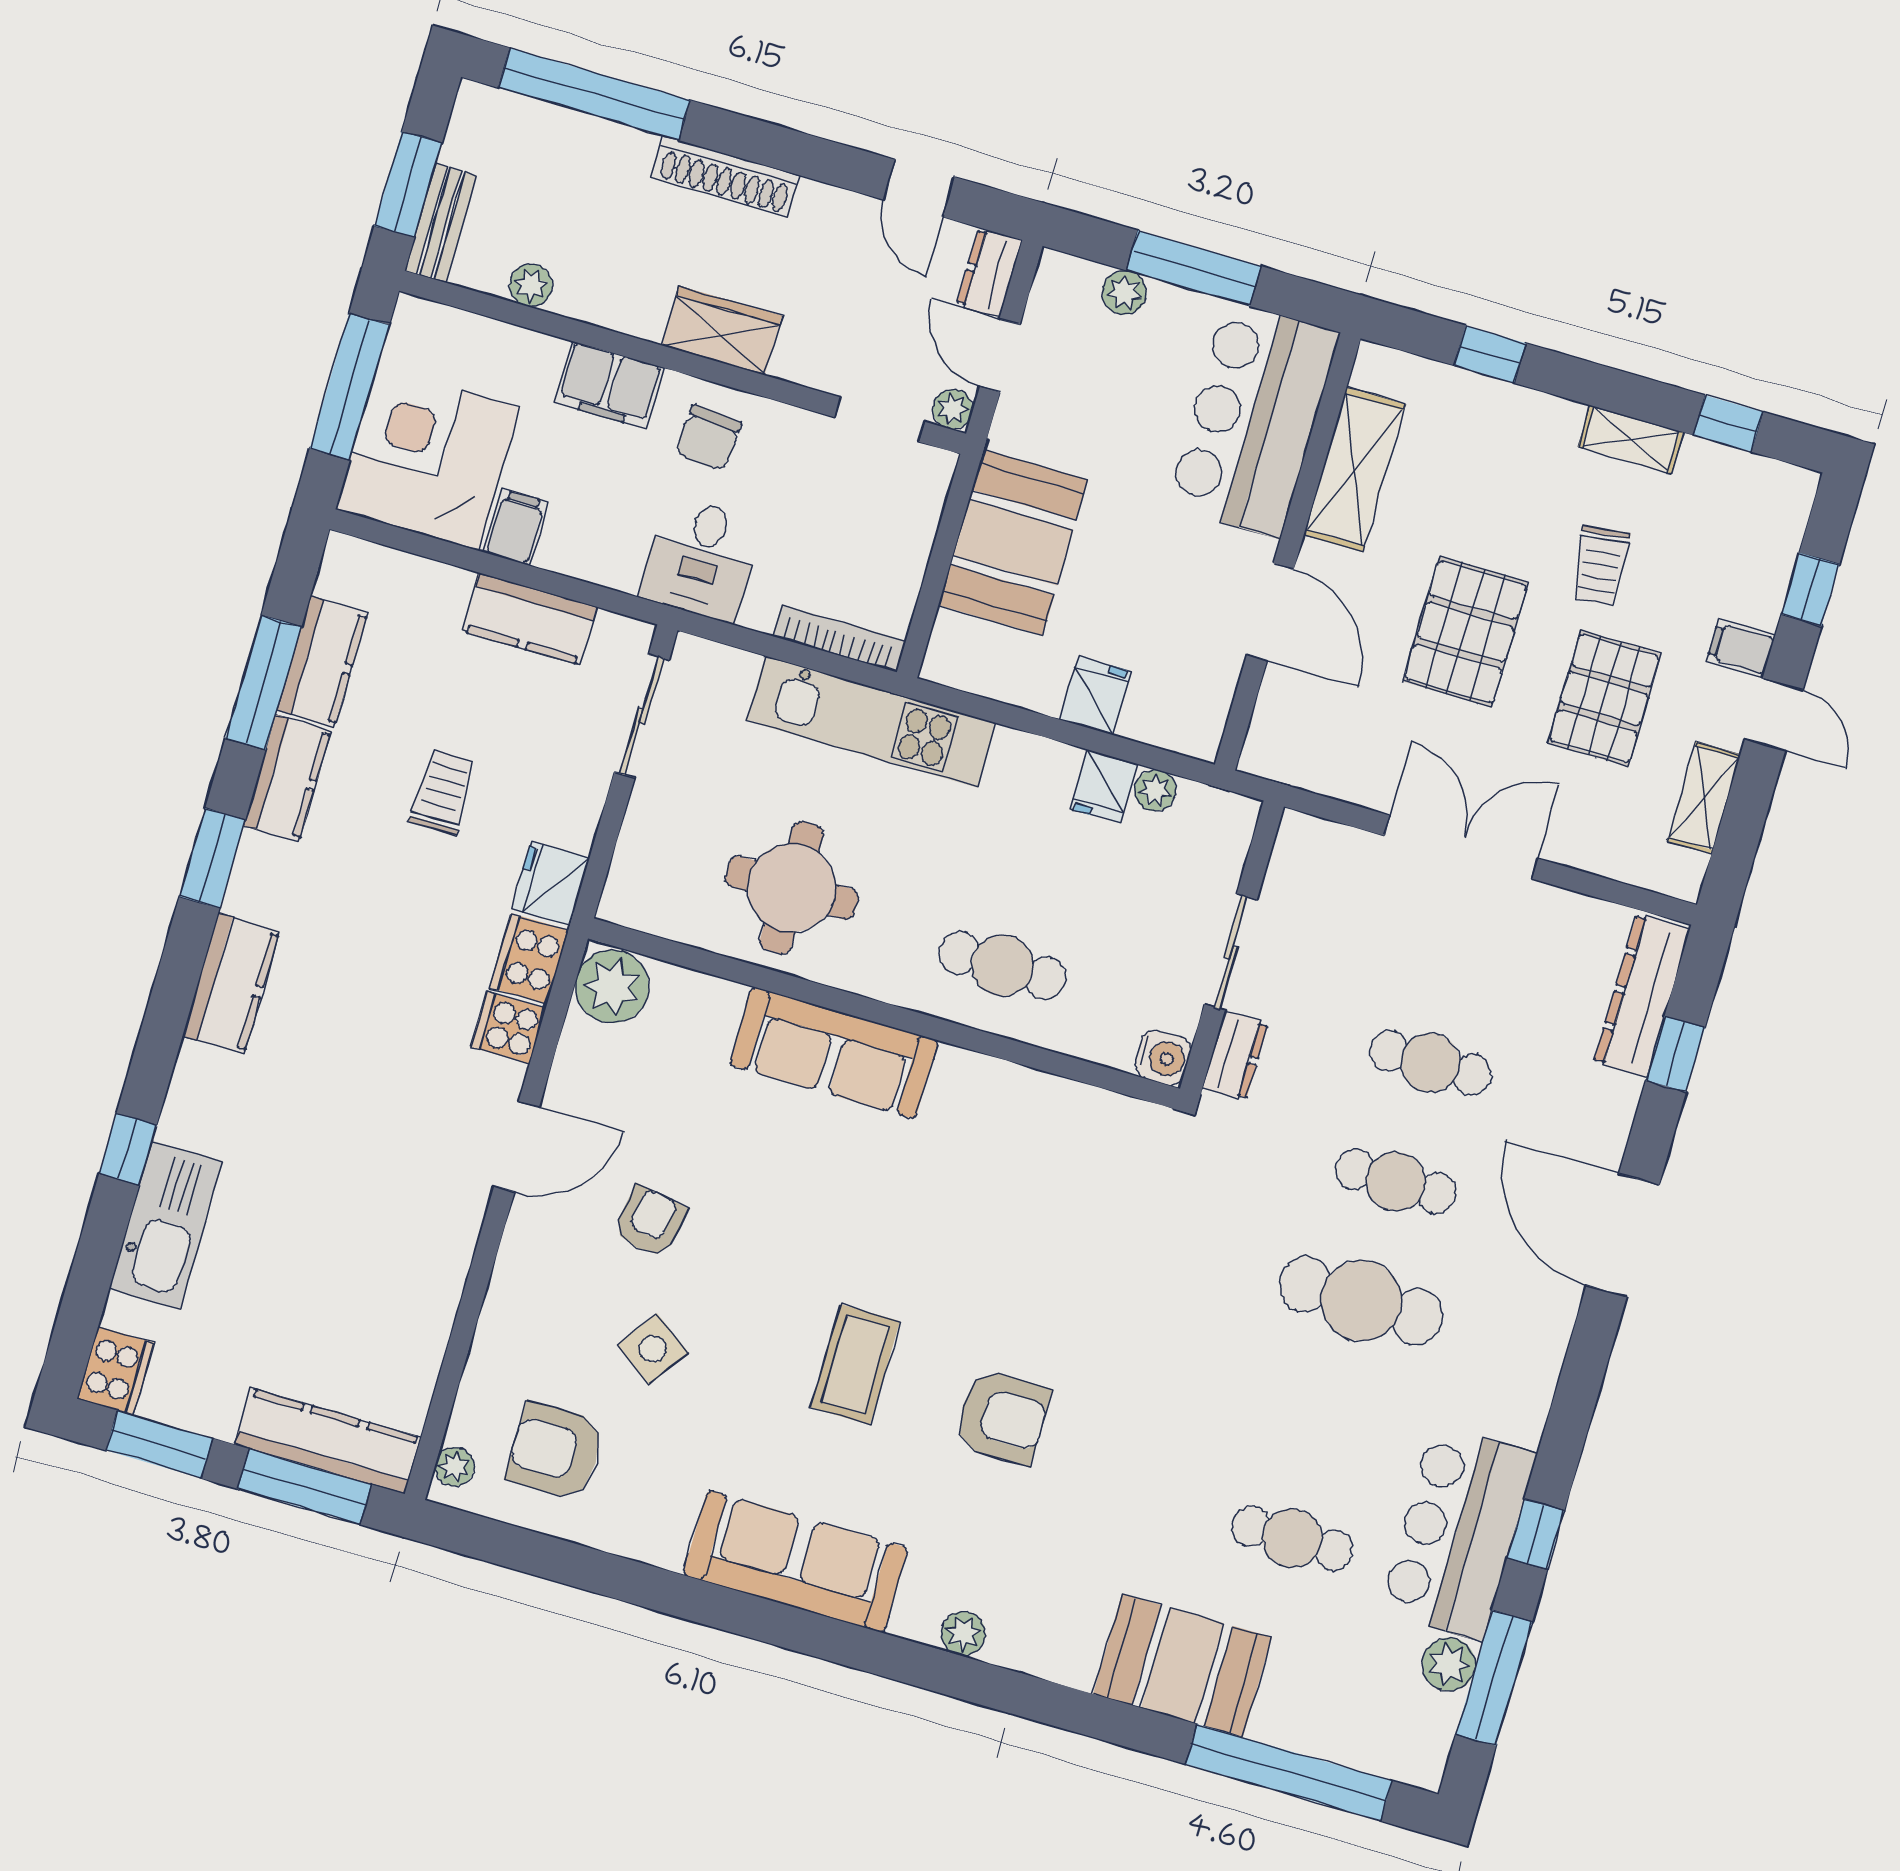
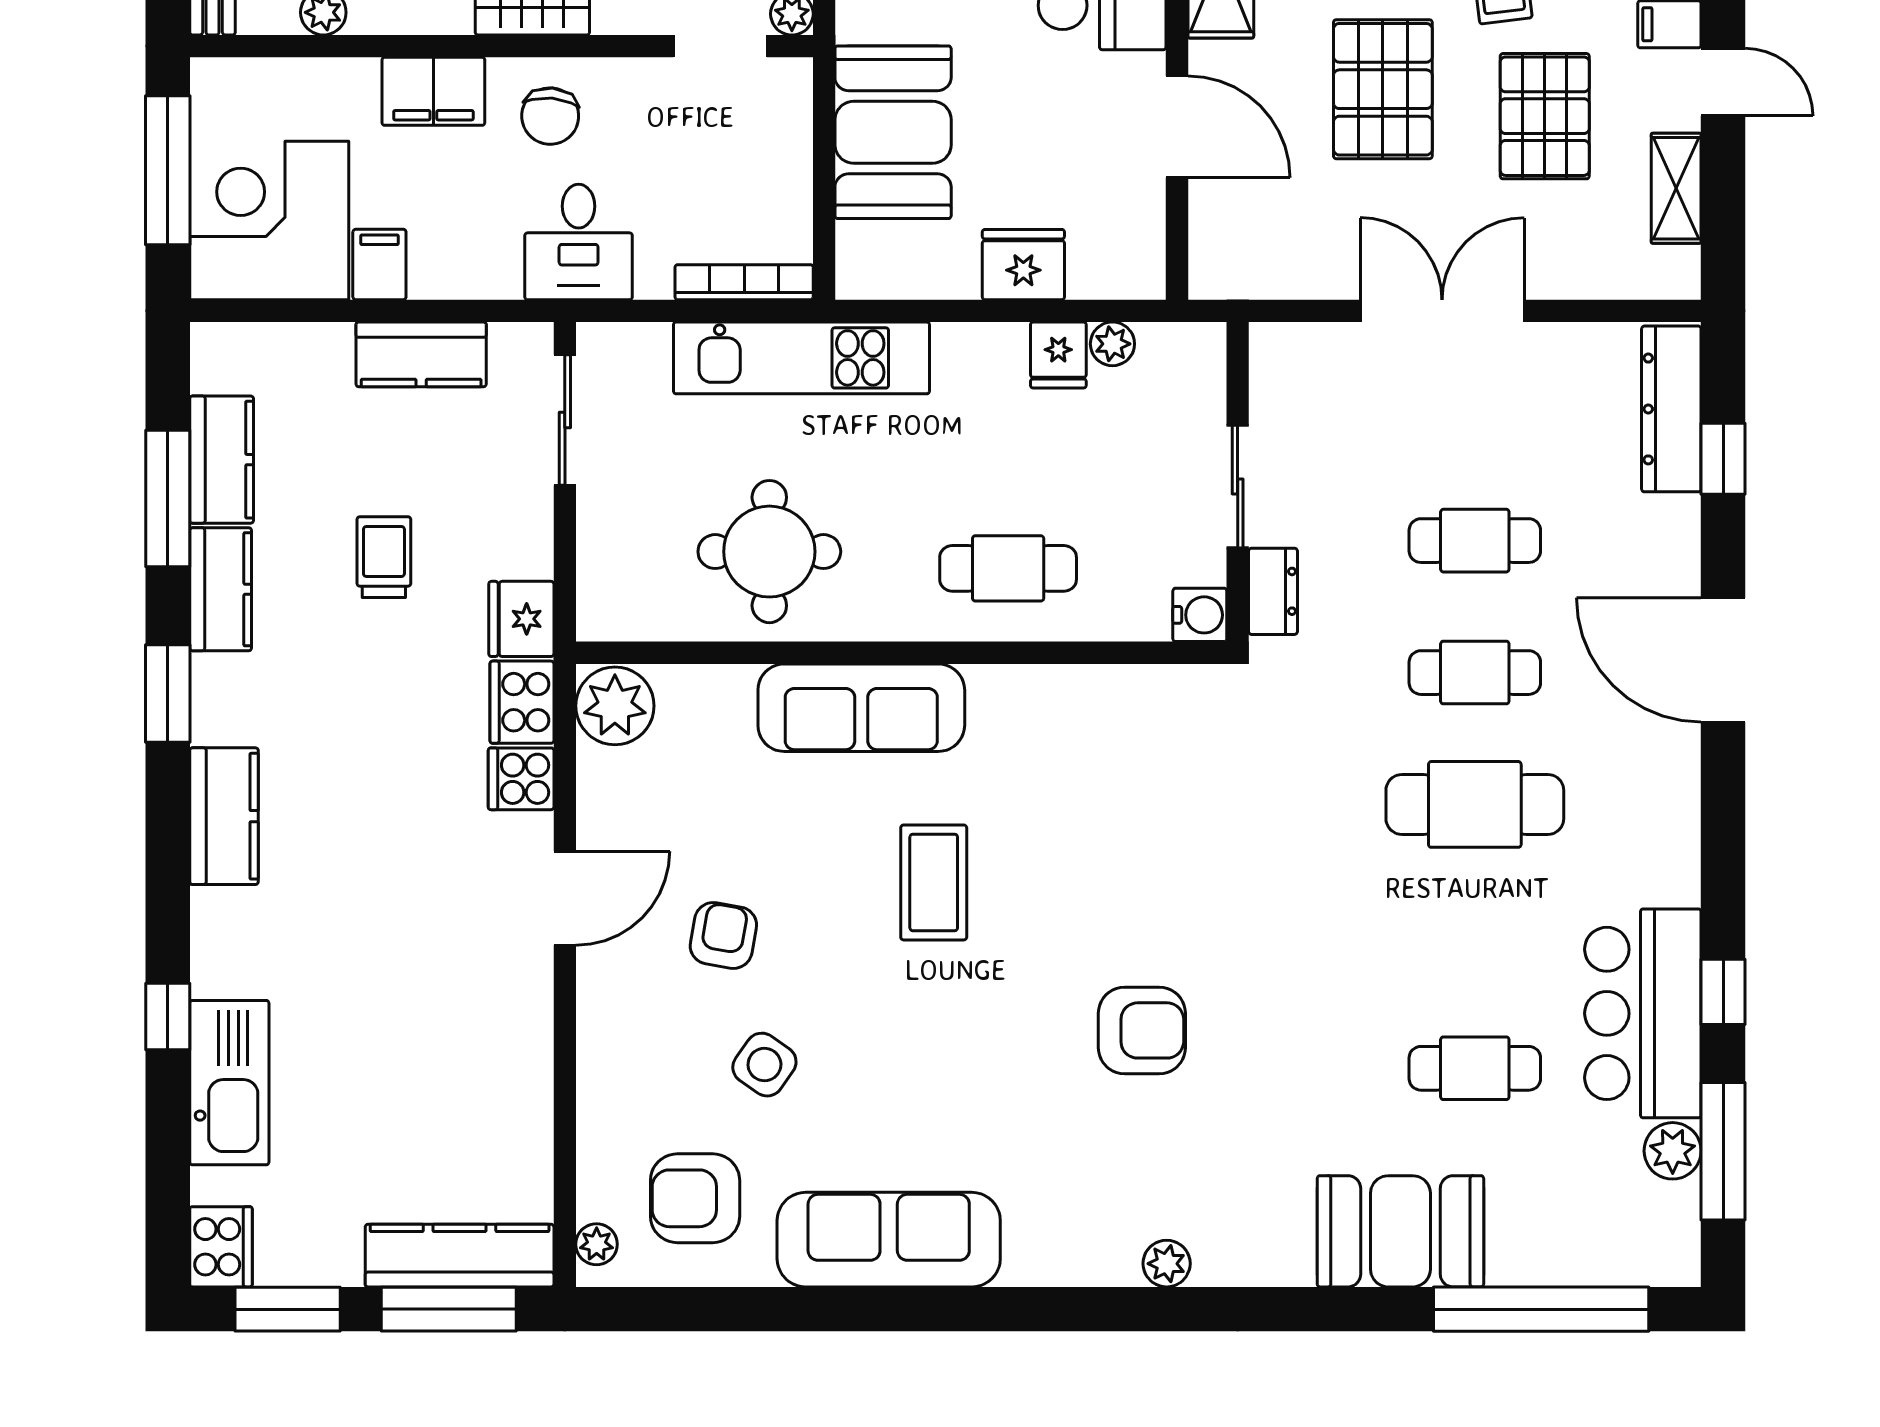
fridge: (1096, 696) -> (1023, 265), width x1.38
coffee table: (855, 1364) -> (934, 882), moved
sofa: (796, 1561) -> (889, 1240), moved

